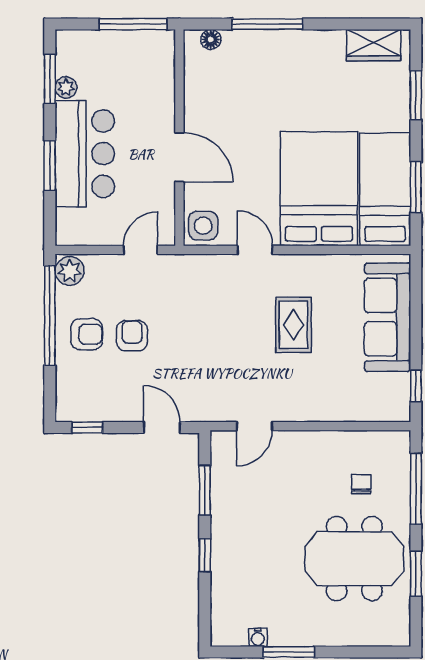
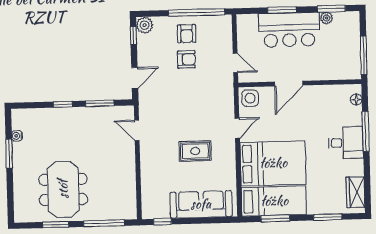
desk: (286, 60) -> (346, 143), added
plant: (70, 271) -> (145, 25), moved
chair: (361, 484) -> (106, 192), removed

